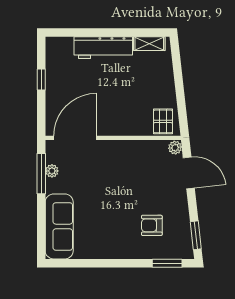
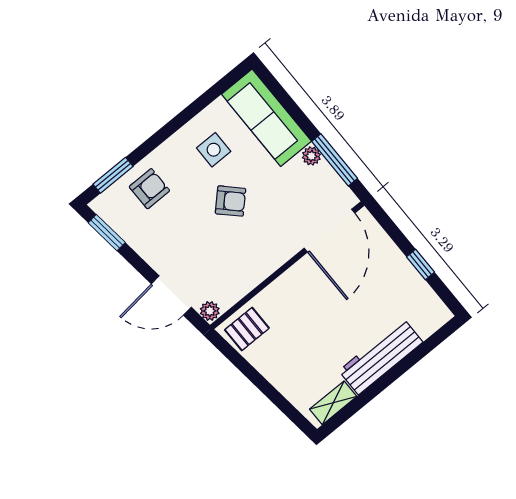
pallet: (163, 121) -> (247, 329), turned 90
plant: (52, 171) -> (311, 156), moved
armchair: (115, 198) -> (231, 201), added
armchair: (152, 225) -> (149, 189), moved
side table: (102, 233) -> (214, 150), added

